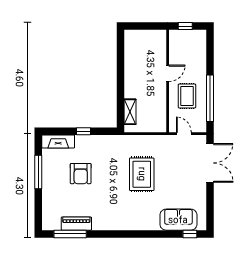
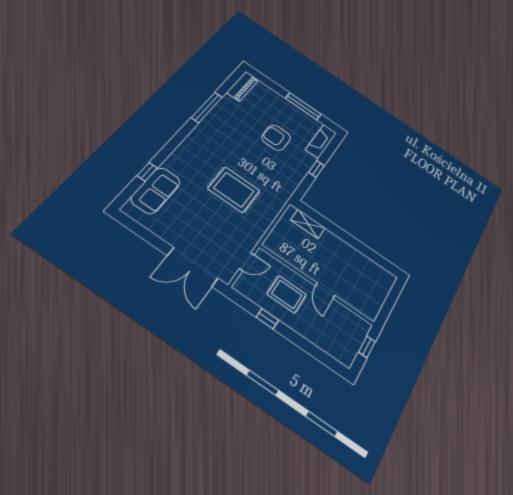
window: (210, 98) -> (267, 319), width x0.32
piano: (76, 224) -> (243, 86), moved
window: (70, 234) -> (207, 107), moved
window: (190, 234) -> (147, 172), moved

